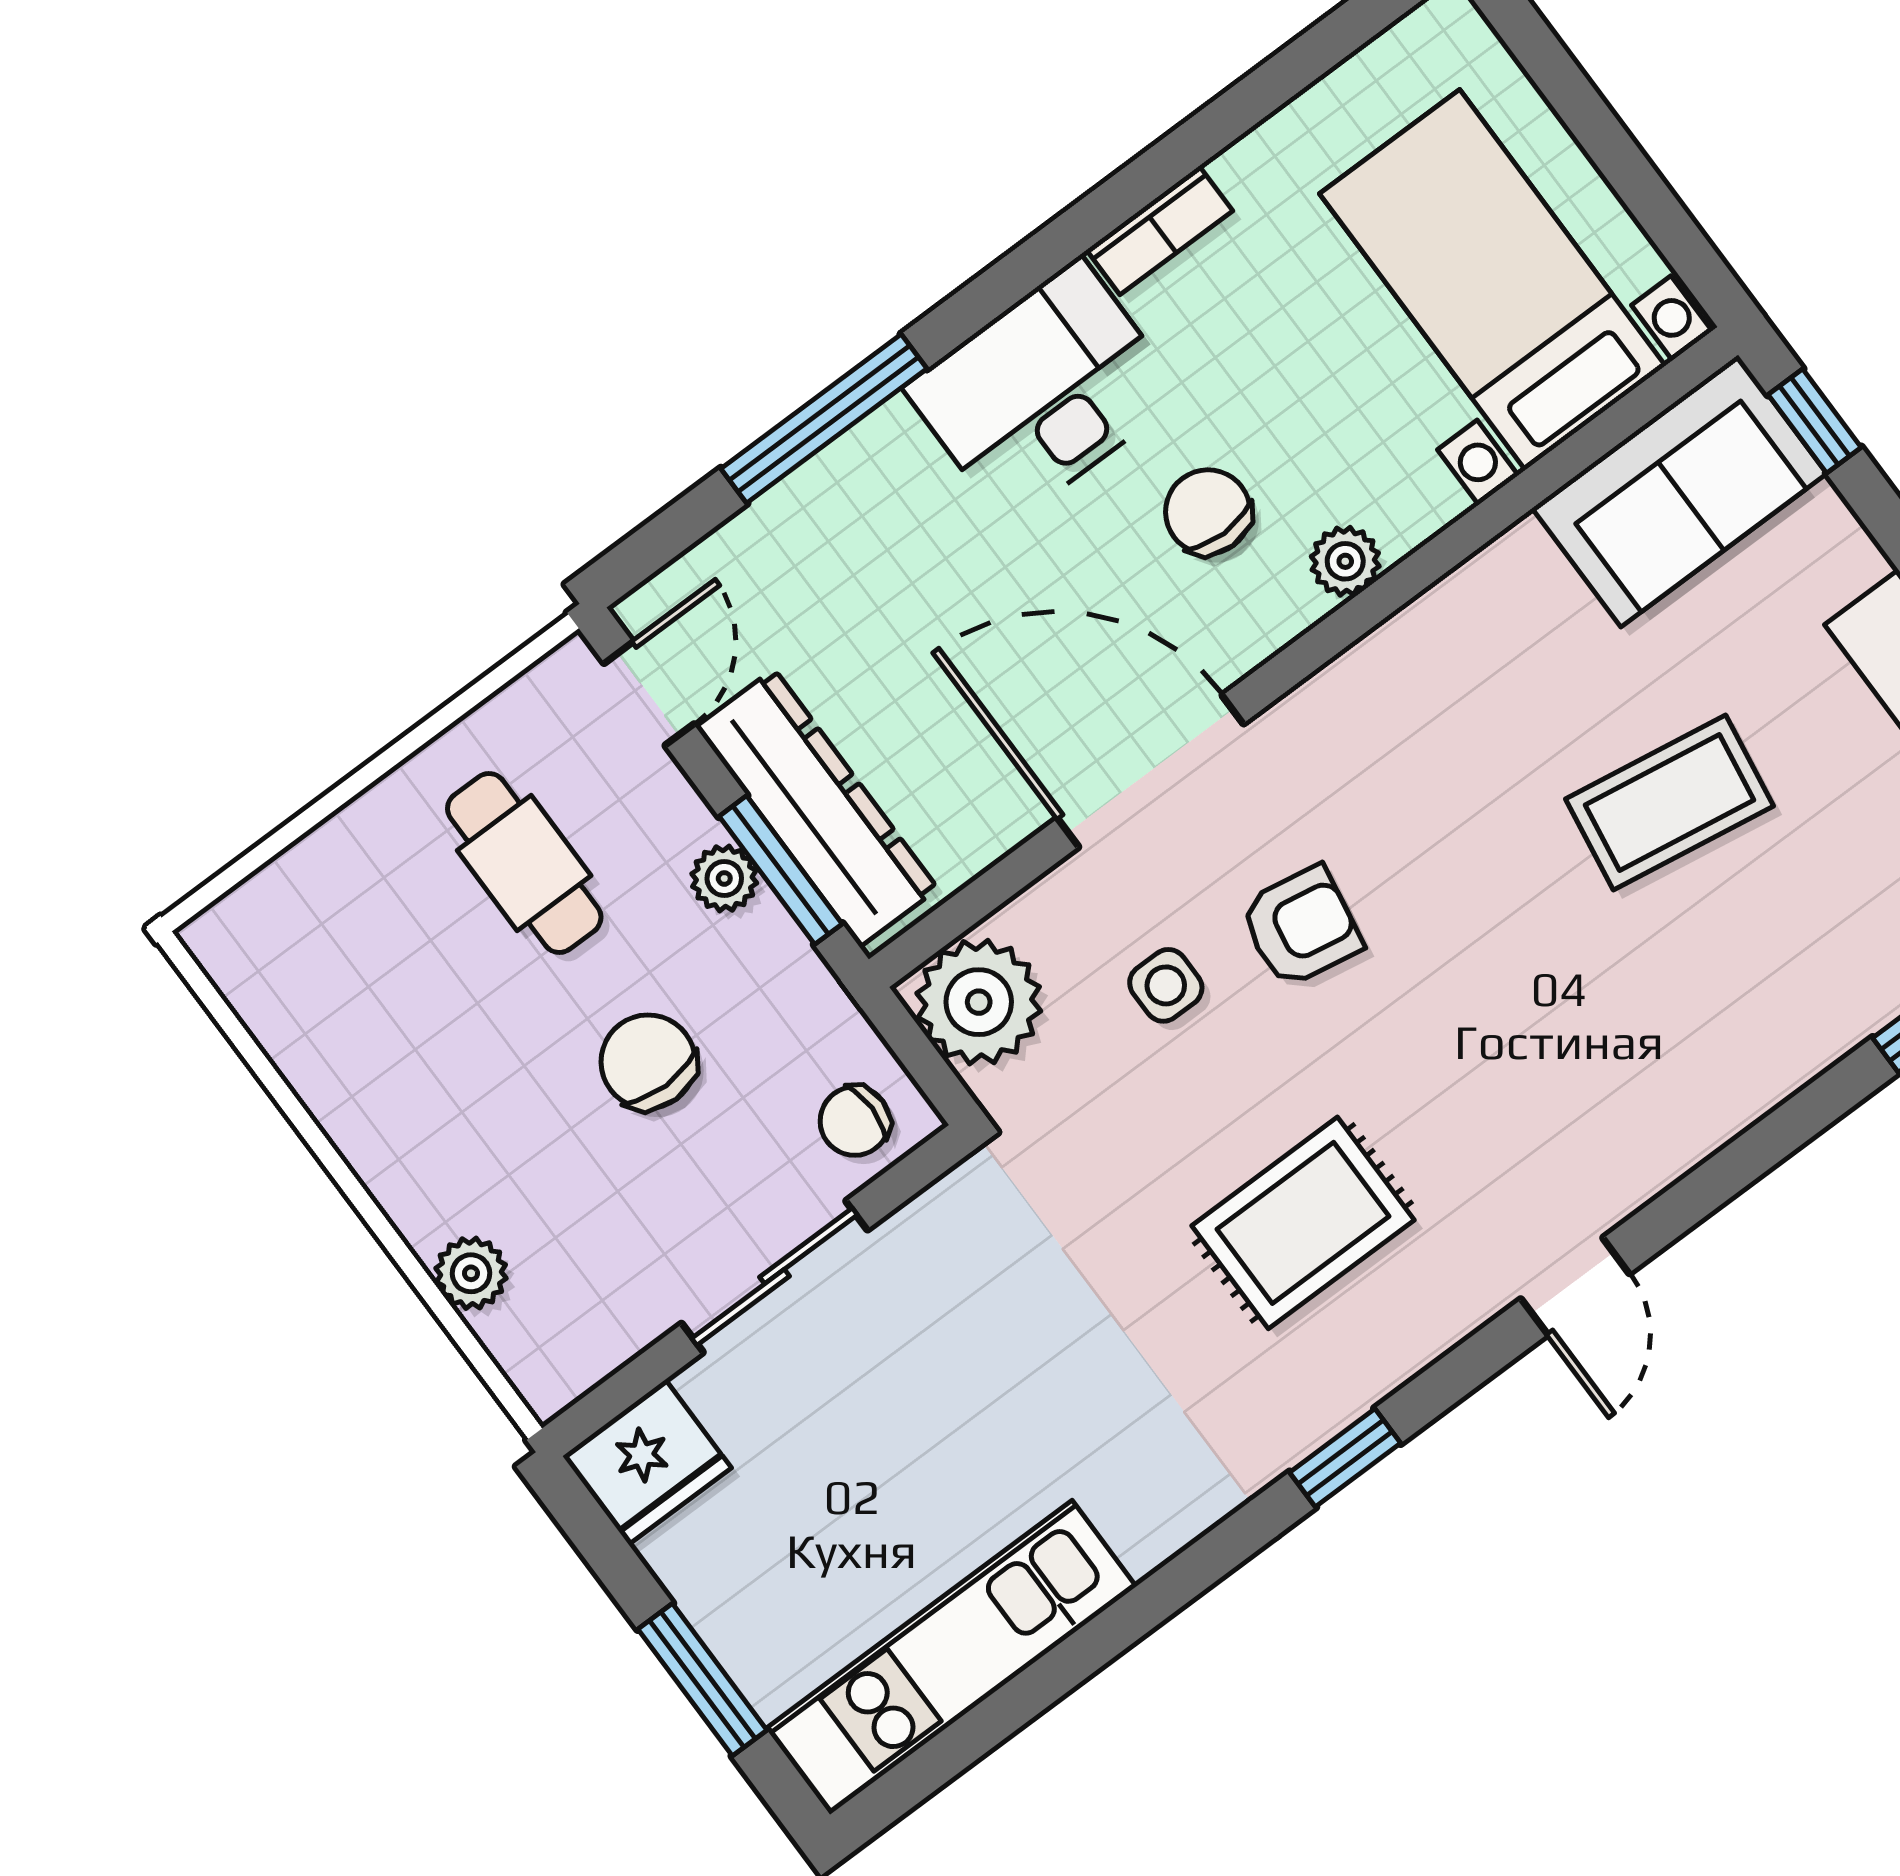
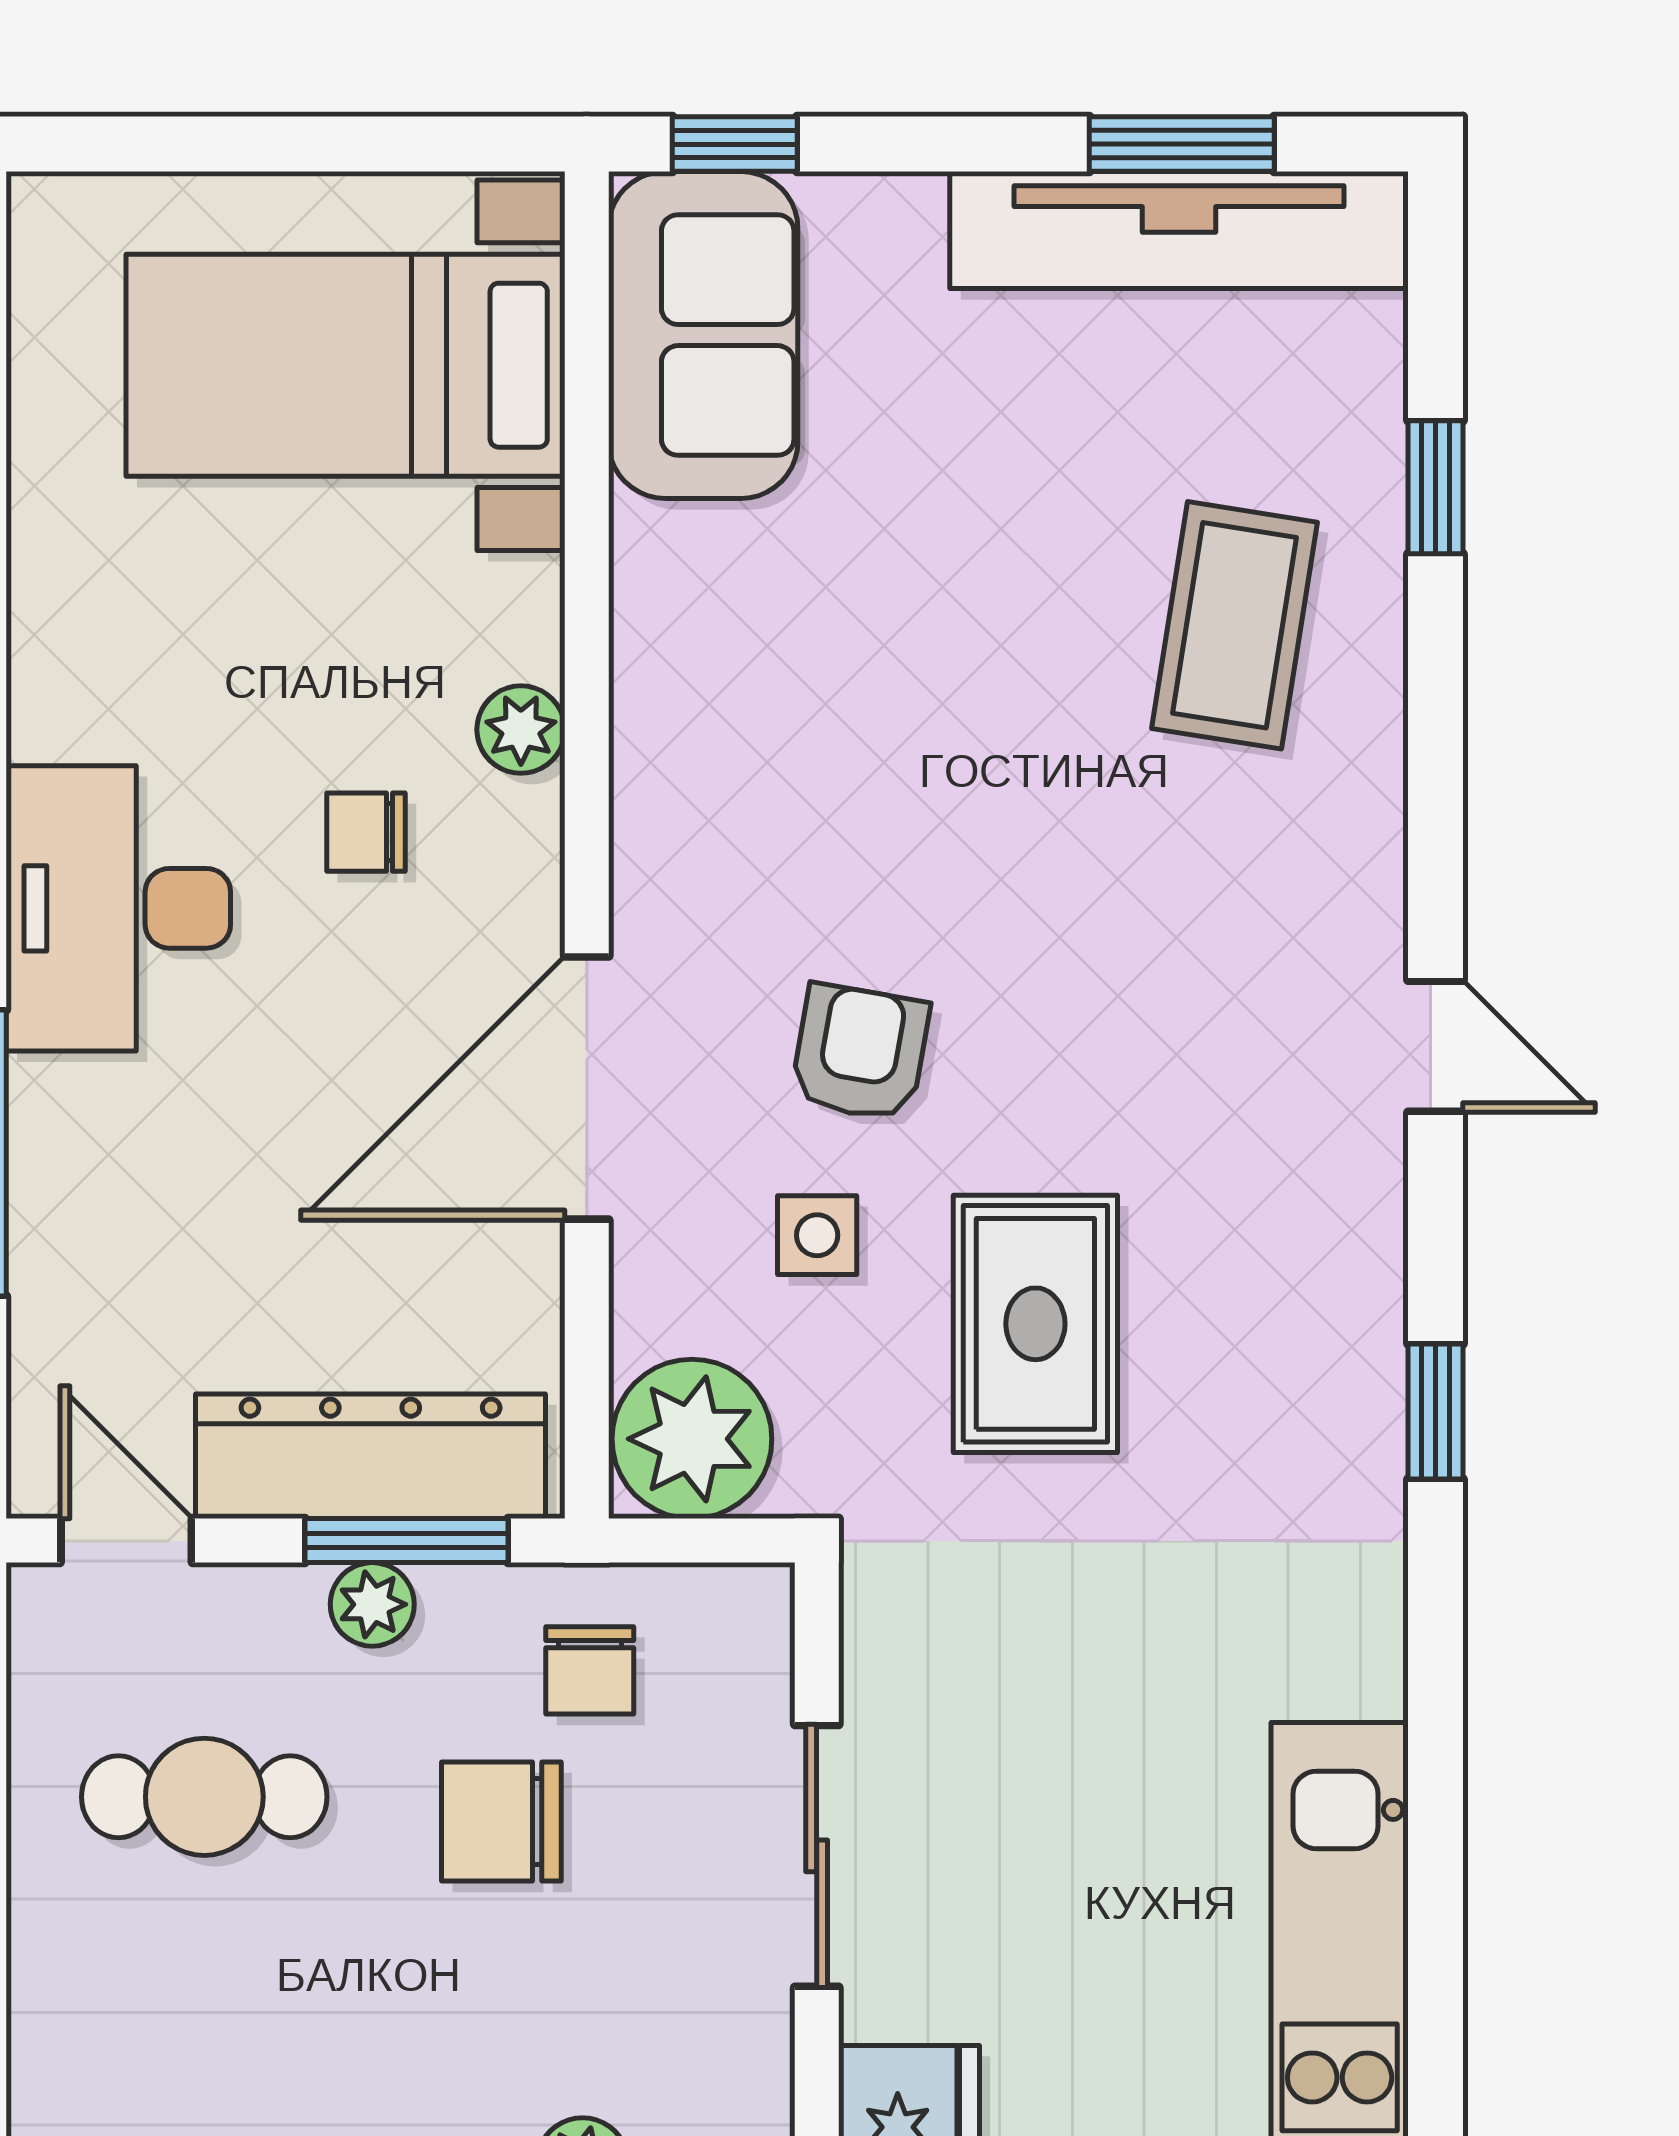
bookcase: (1160, 230) -> (42, 667), removed
chair: (1208, 512) -> (366, 832), width x0.73, depth x0.73
coffee table: (1670, 802) -> (1235, 625), moved
chair: (855, 1121) -> (590, 1670), moved
rug: (1303, 1223) -> (1035, 1324), moved

